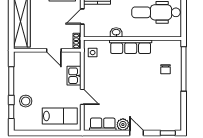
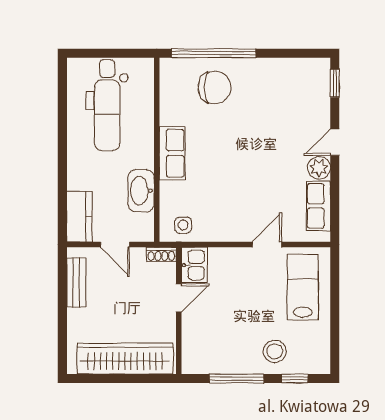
washbasin: (116, 32) -> (141, 191), width x1.91, depth x1.45
row of seats: (131, 47) -> (172, 153), width x0.68
chair: (165, 69) -> (214, 87), width x1.87, depth x1.87
kitchen sink: (74, 76) -> (194, 265), moved, turned -90

